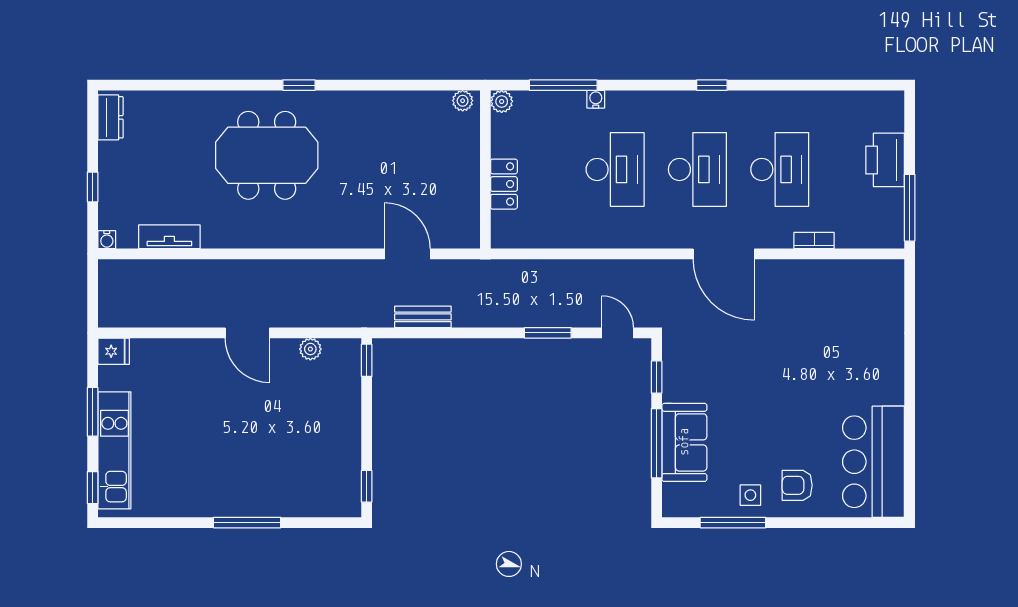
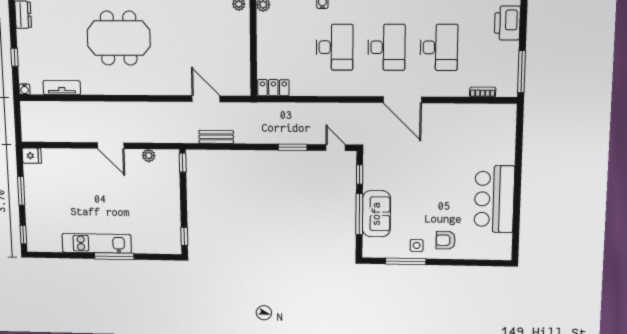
printer: (885, 160) -> (507, 23), moved
locker: (504, 184) -> (273, 88), moved, turned -90
bookcase: (814, 240) -> (483, 92), moved
kitchen unit: (114, 450) -> (97, 243), moved, turned -90
bar counter: (873, 462) -> (494, 199), moved

